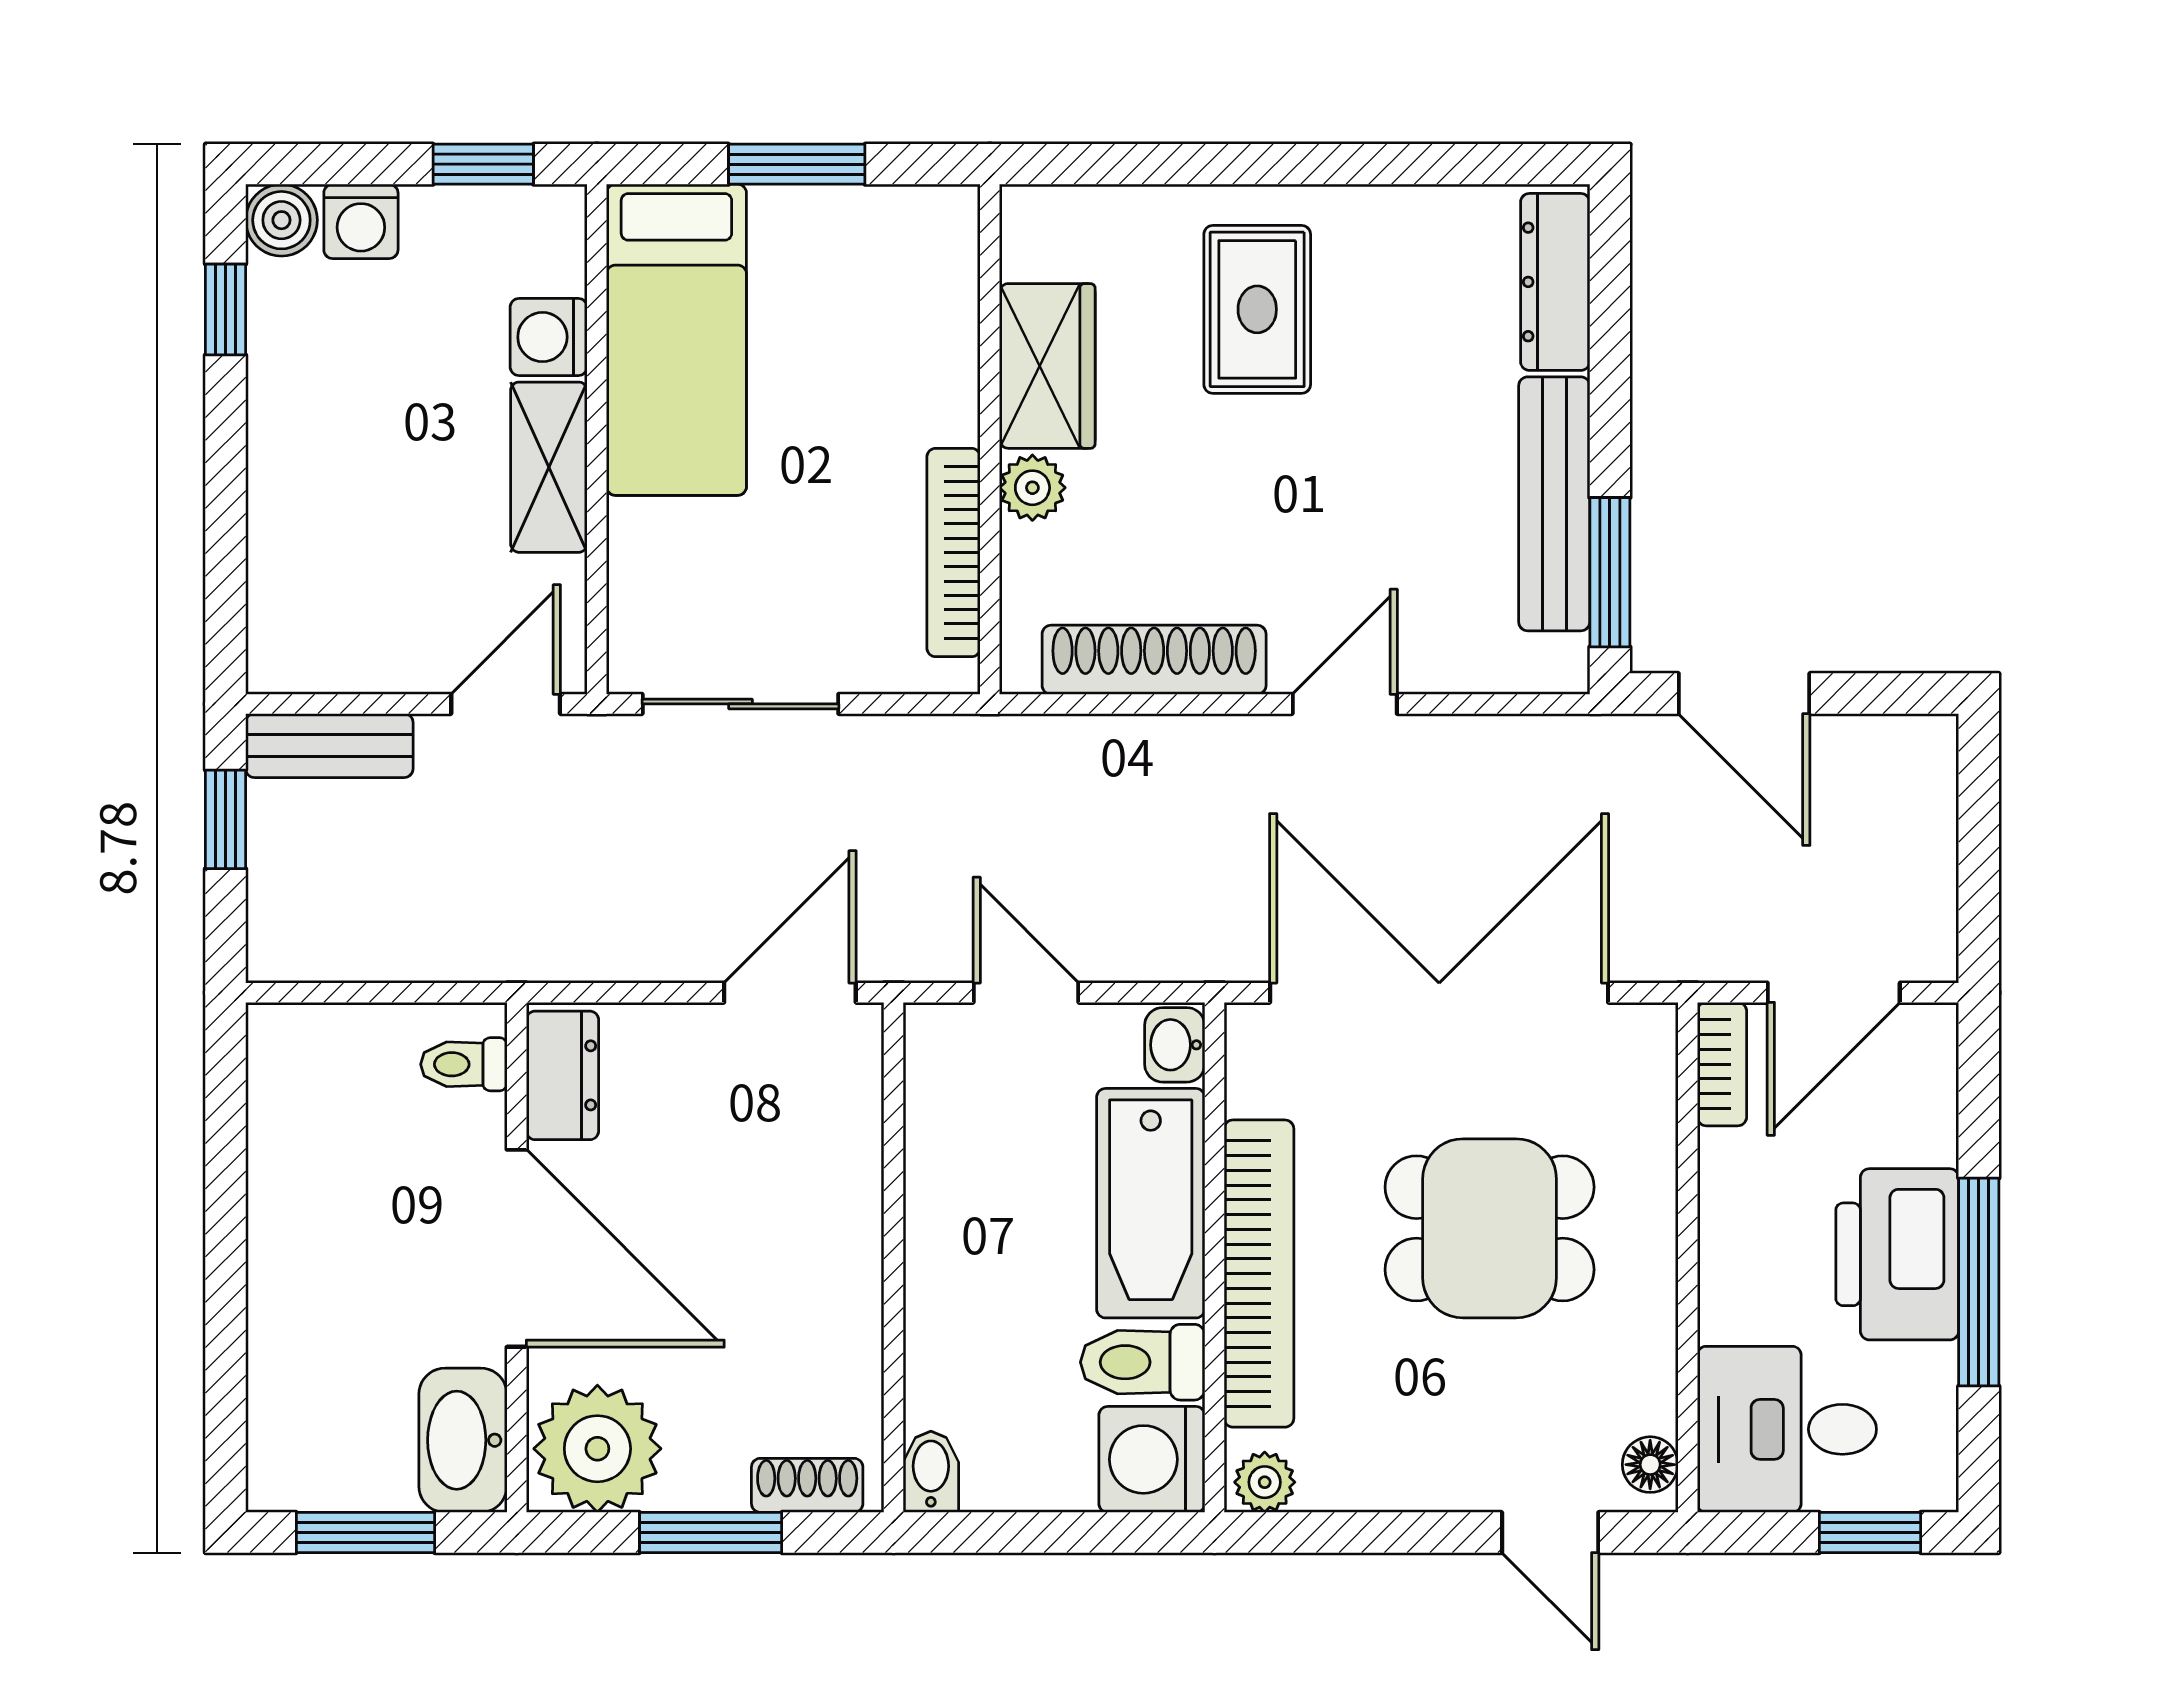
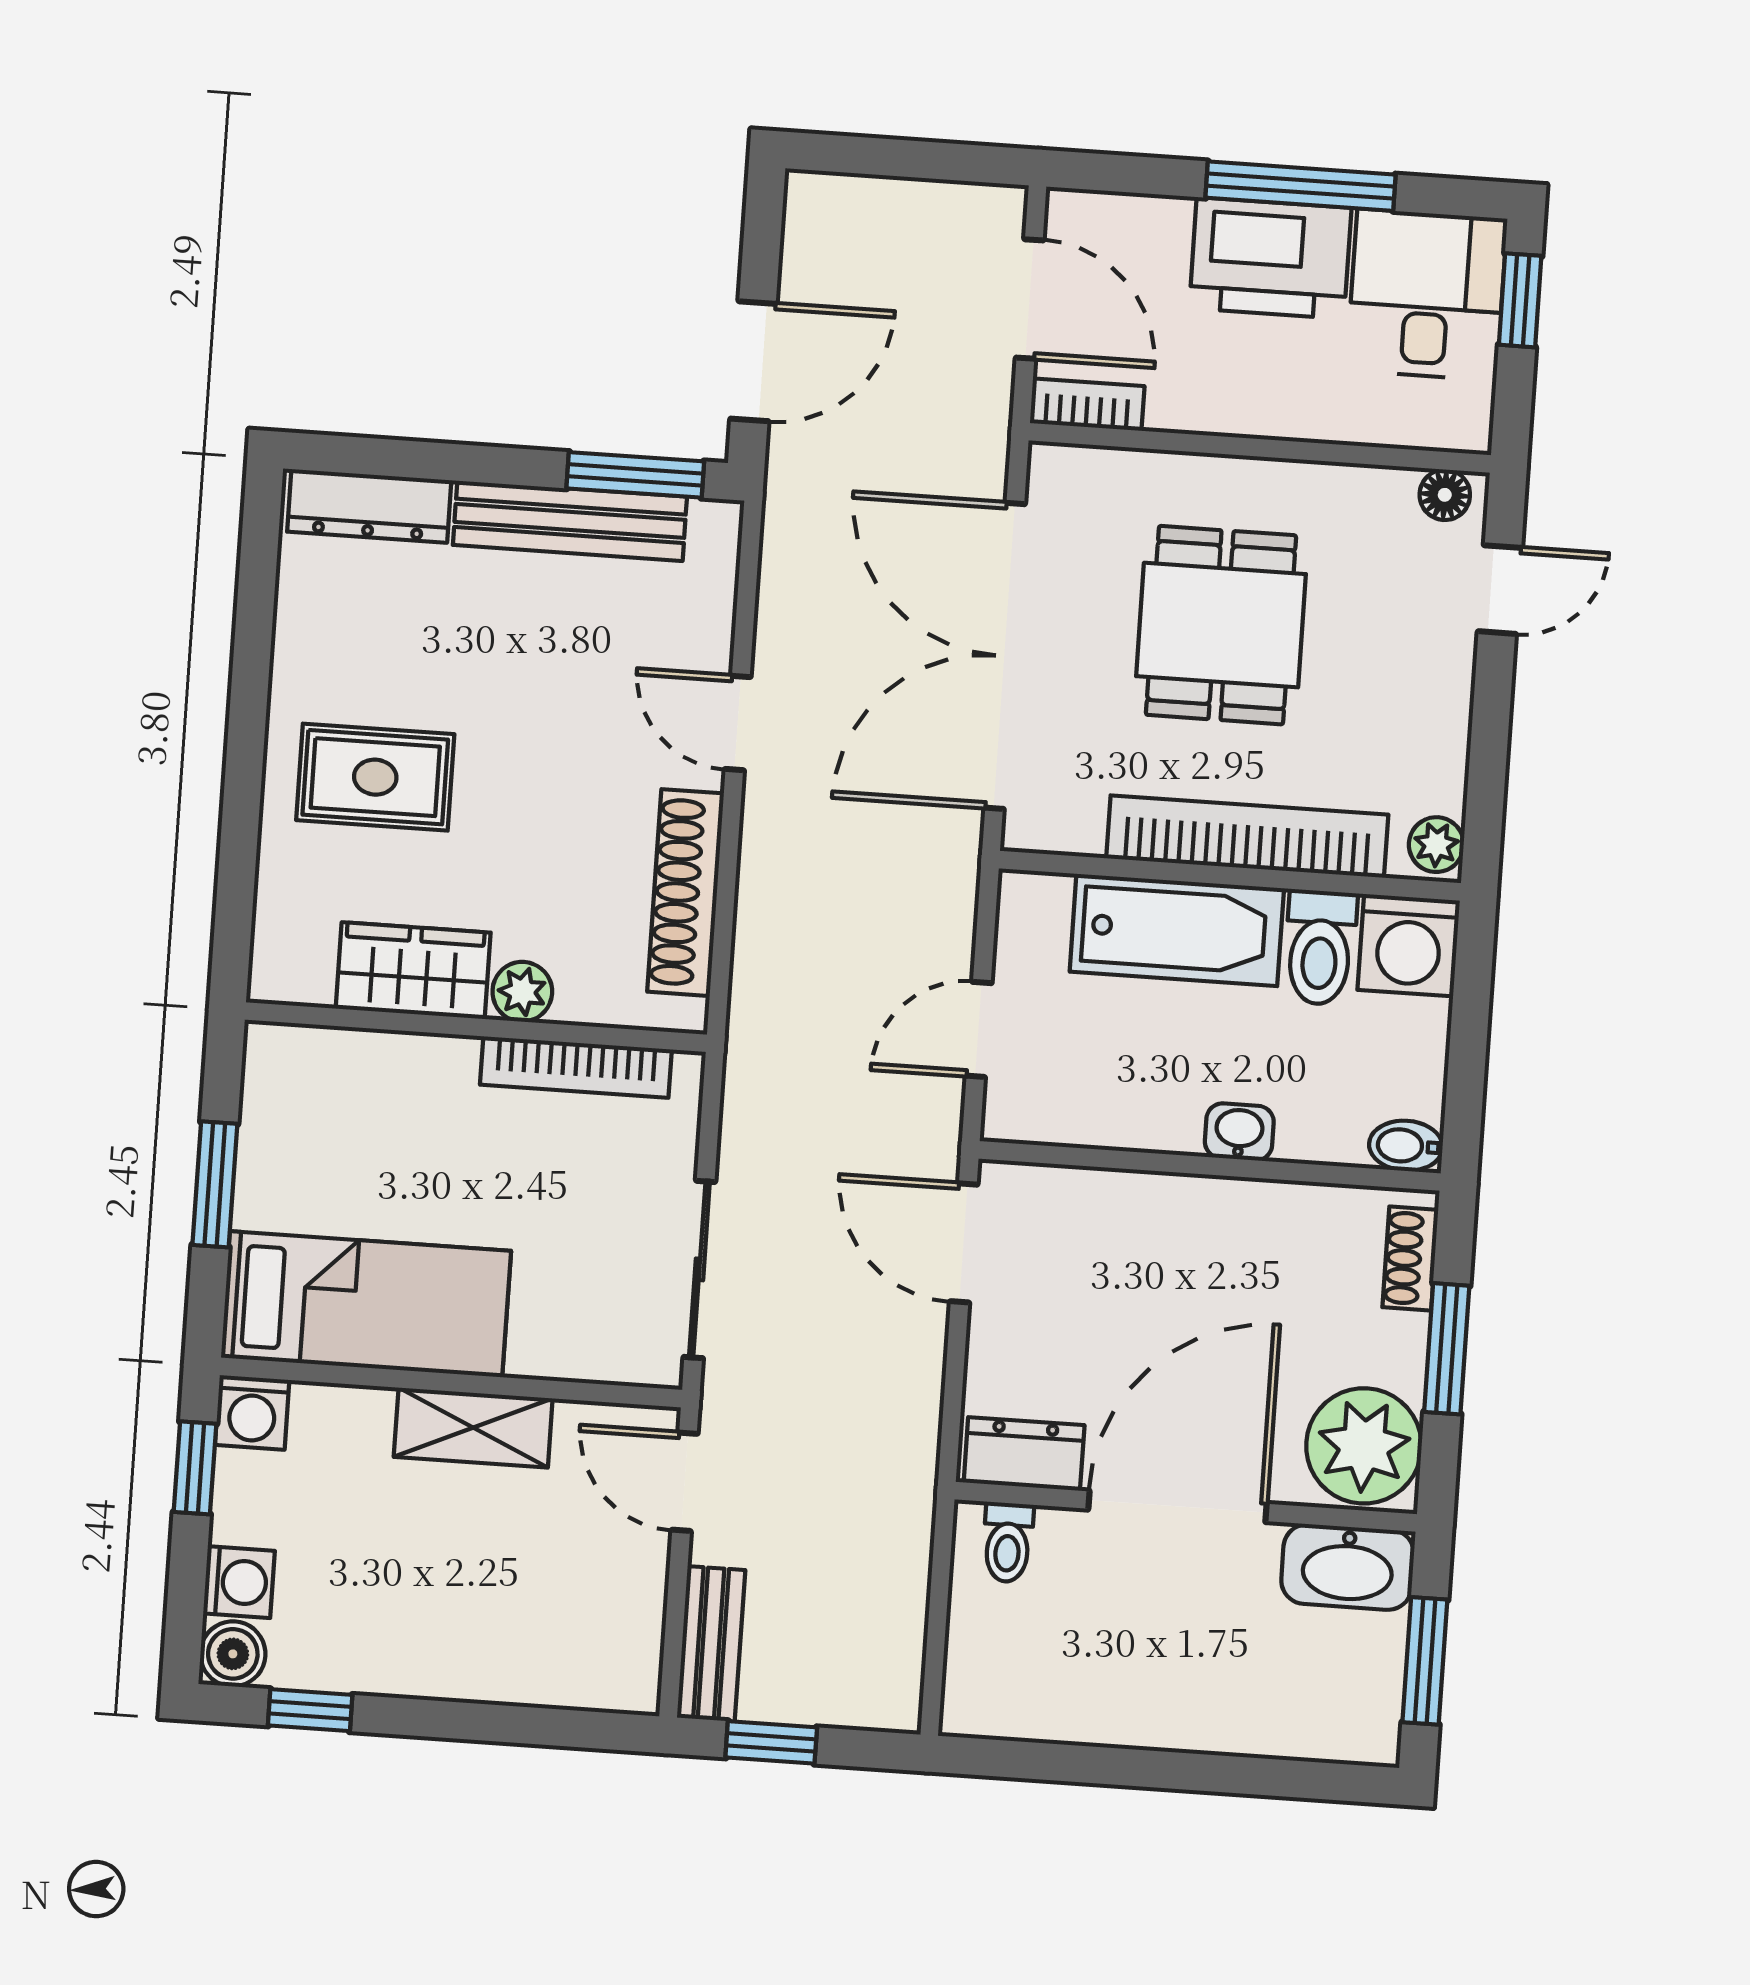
washing machine: (549, 337) -> (252, 1412), moved
washbasin: (1175, 1045) -> (1239, 1132), moved, turned 180
desk: (1787, 1429) -> (1427, 295), moved, turned 180

